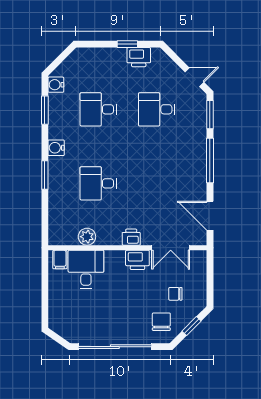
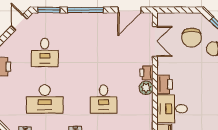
desk: (98, 109) -> (45, 99), width x1.37
plant: (87, 237) -> (146, 88), moved
printer: (137, 260) -> (165, 84), moved
chair: (175, 294) -> (192, 38), width x1.87, depth x1.87

